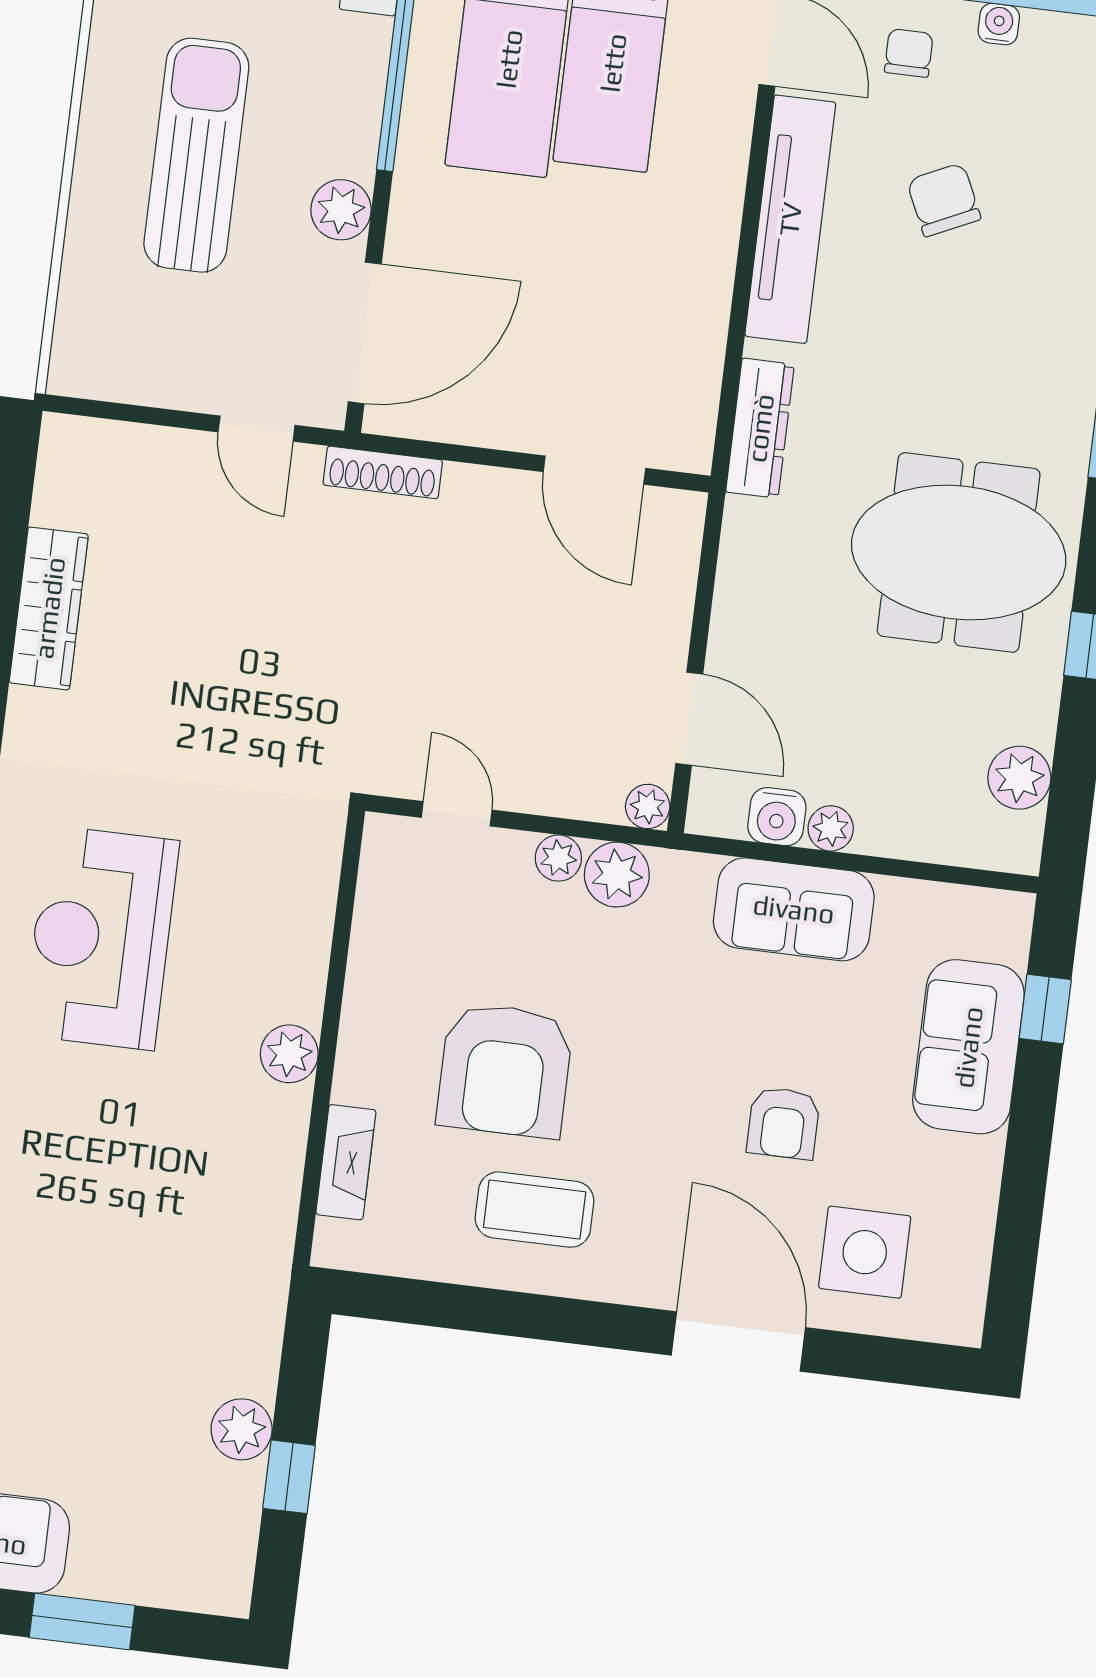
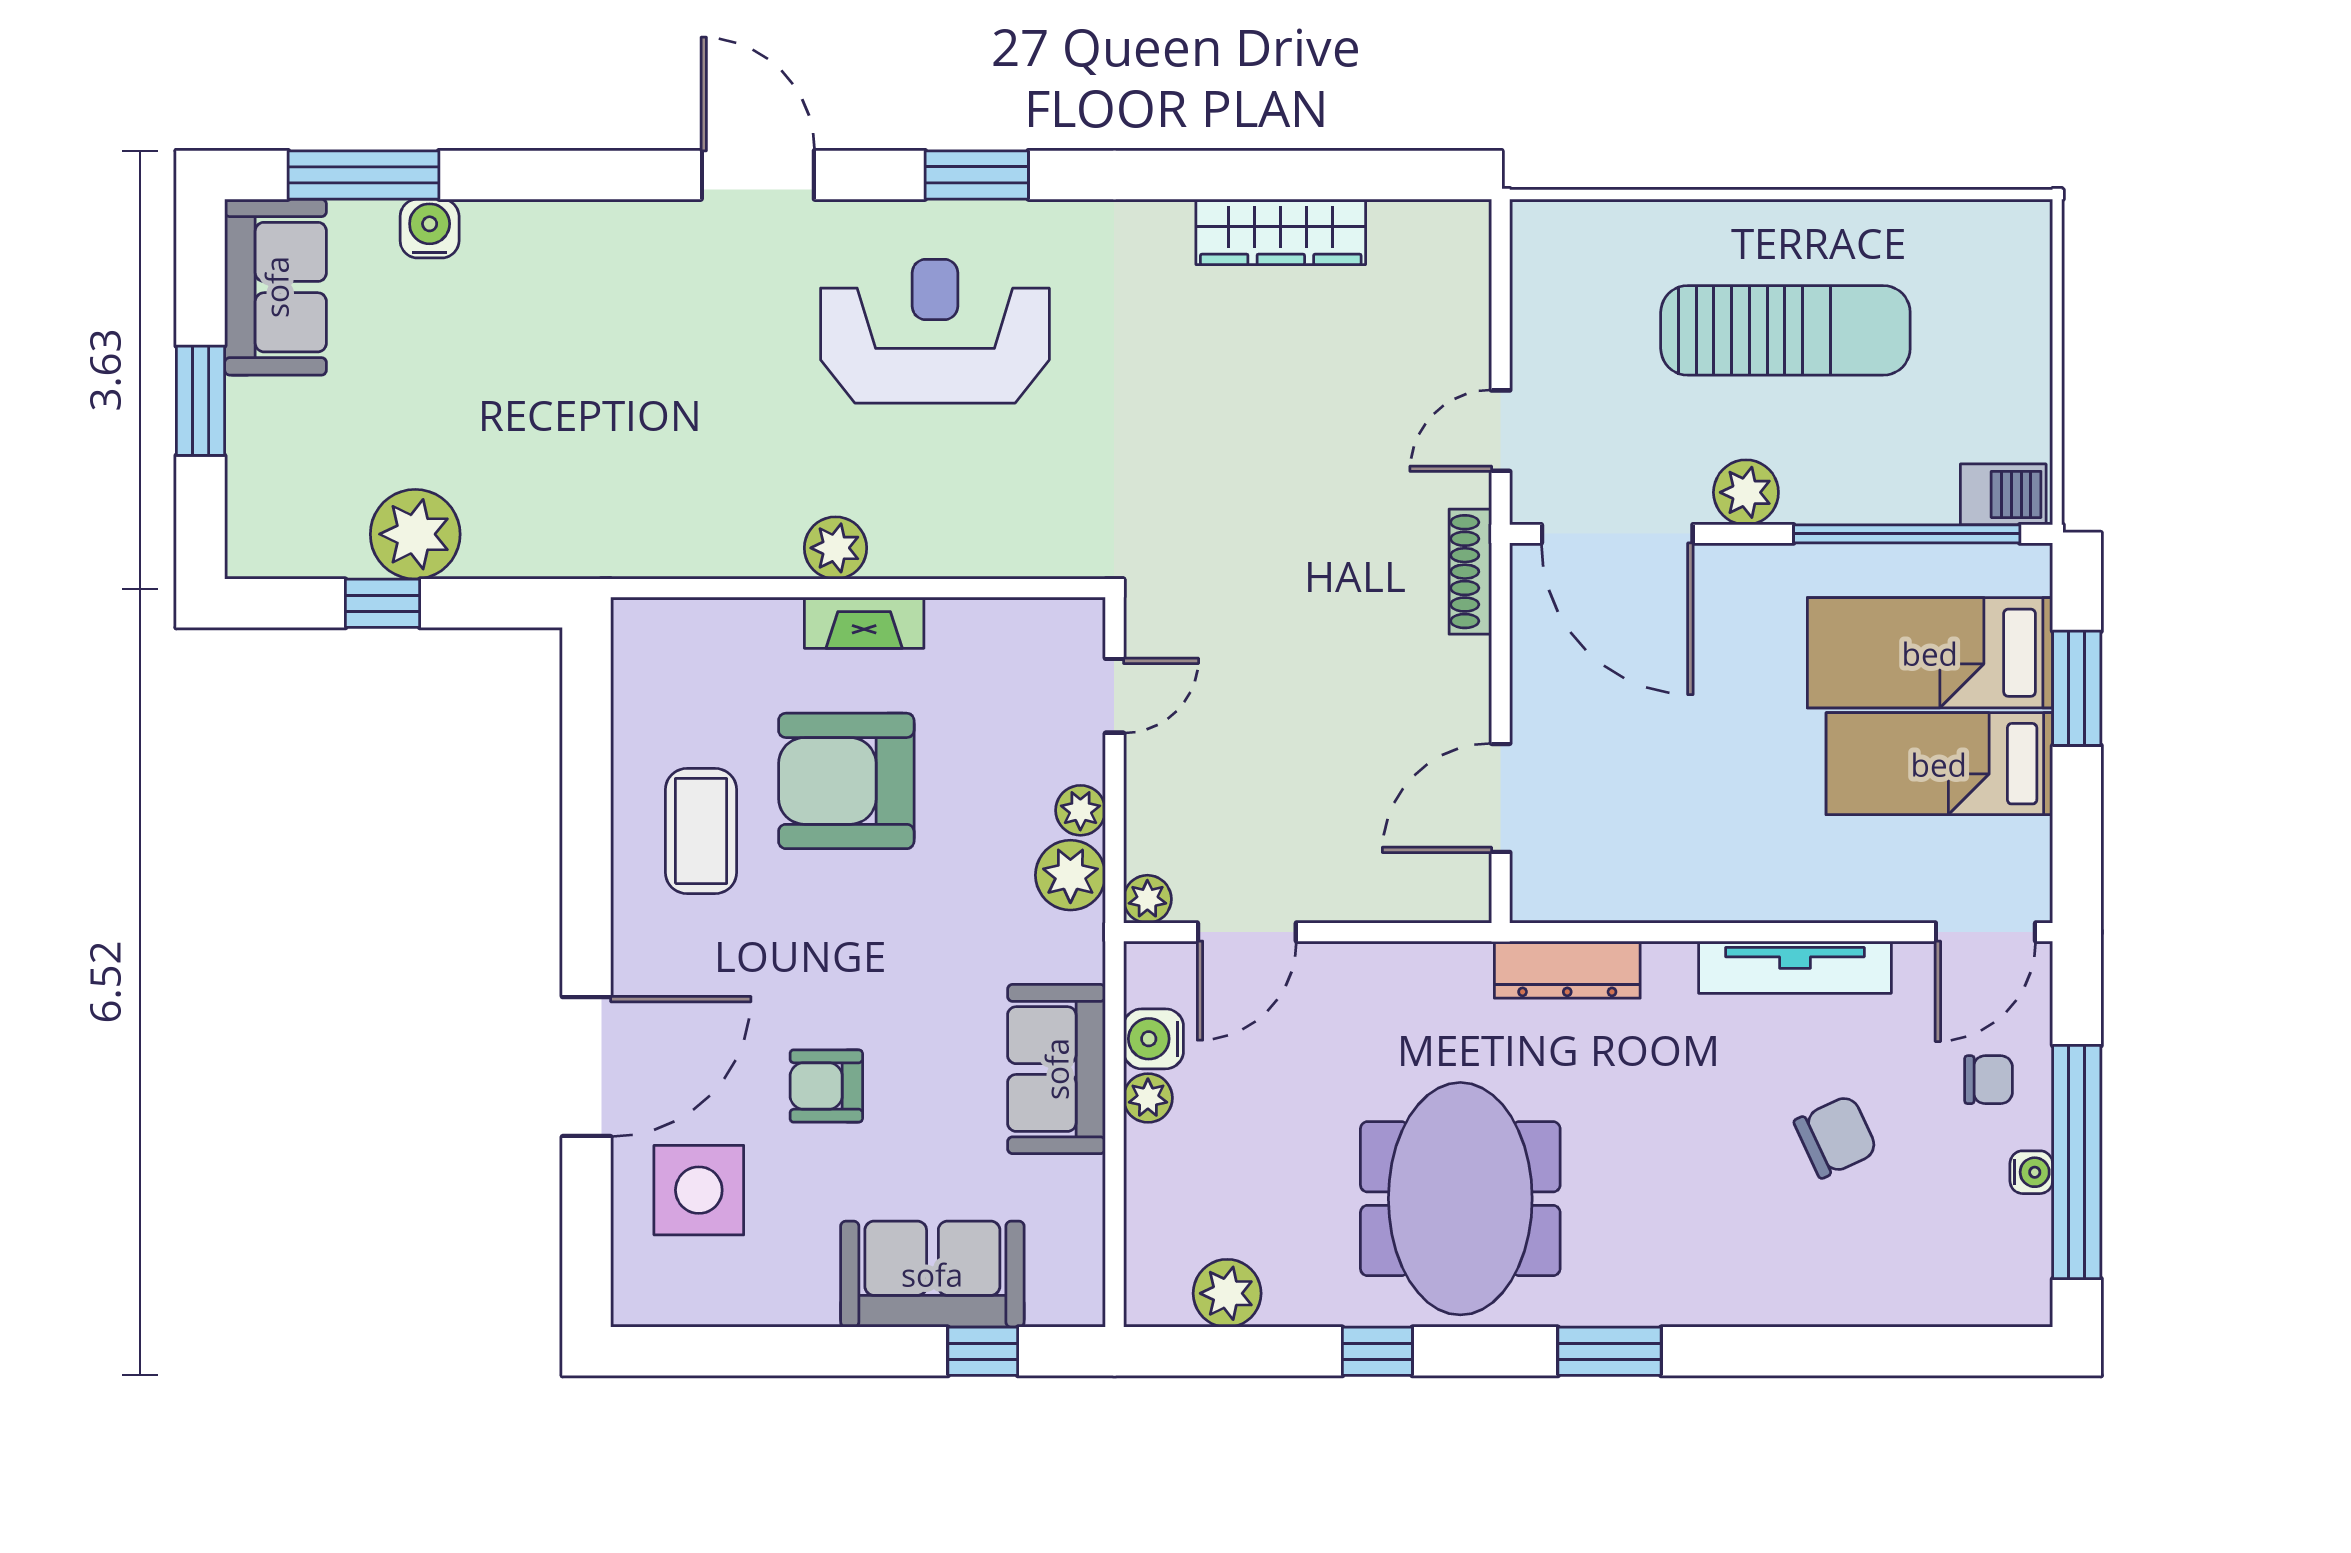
tv unit: (790, 219) -> (1795, 967), width x0.73, depth x0.78
fireplace: (346, 1162) -> (864, 623), moved
plant: (242, 1429) -> (415, 534), width x1.36, depth x1.36

